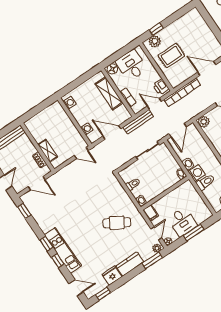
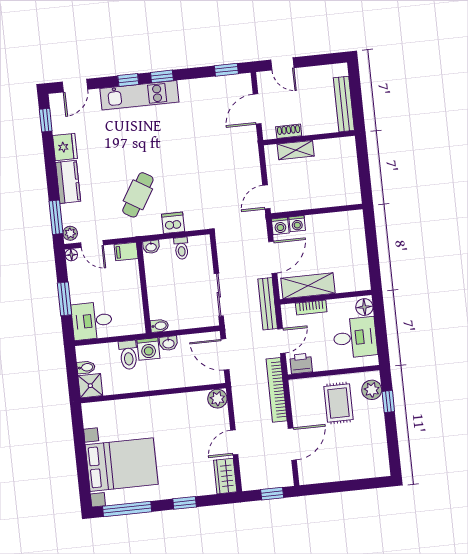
shelving: (109, 93) -> (308, 286), moved
washing machine: (70, 103) -> (280, 226), moved
dishwasher: (122, 196) -> (173, 223), added
desk: (183, 222) -> (92, 321), moved

